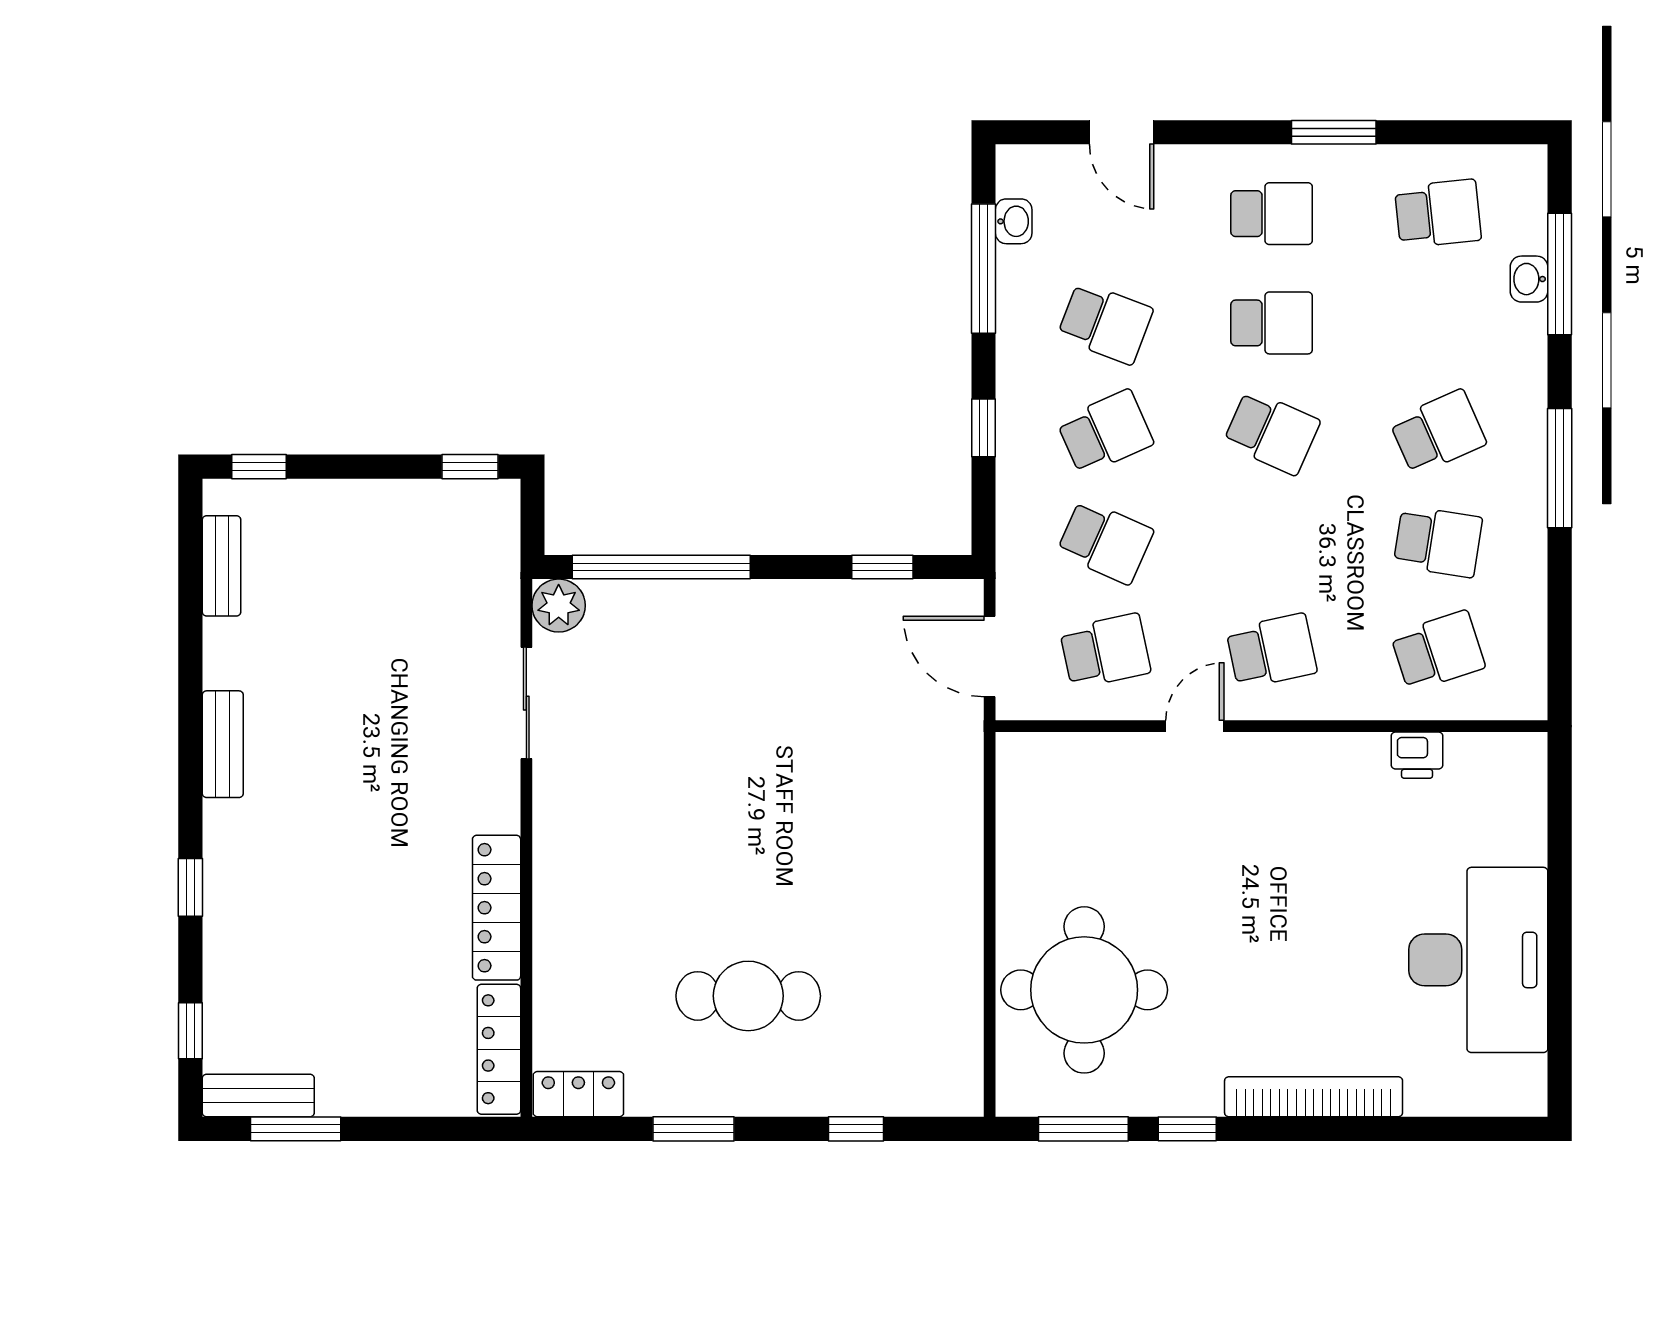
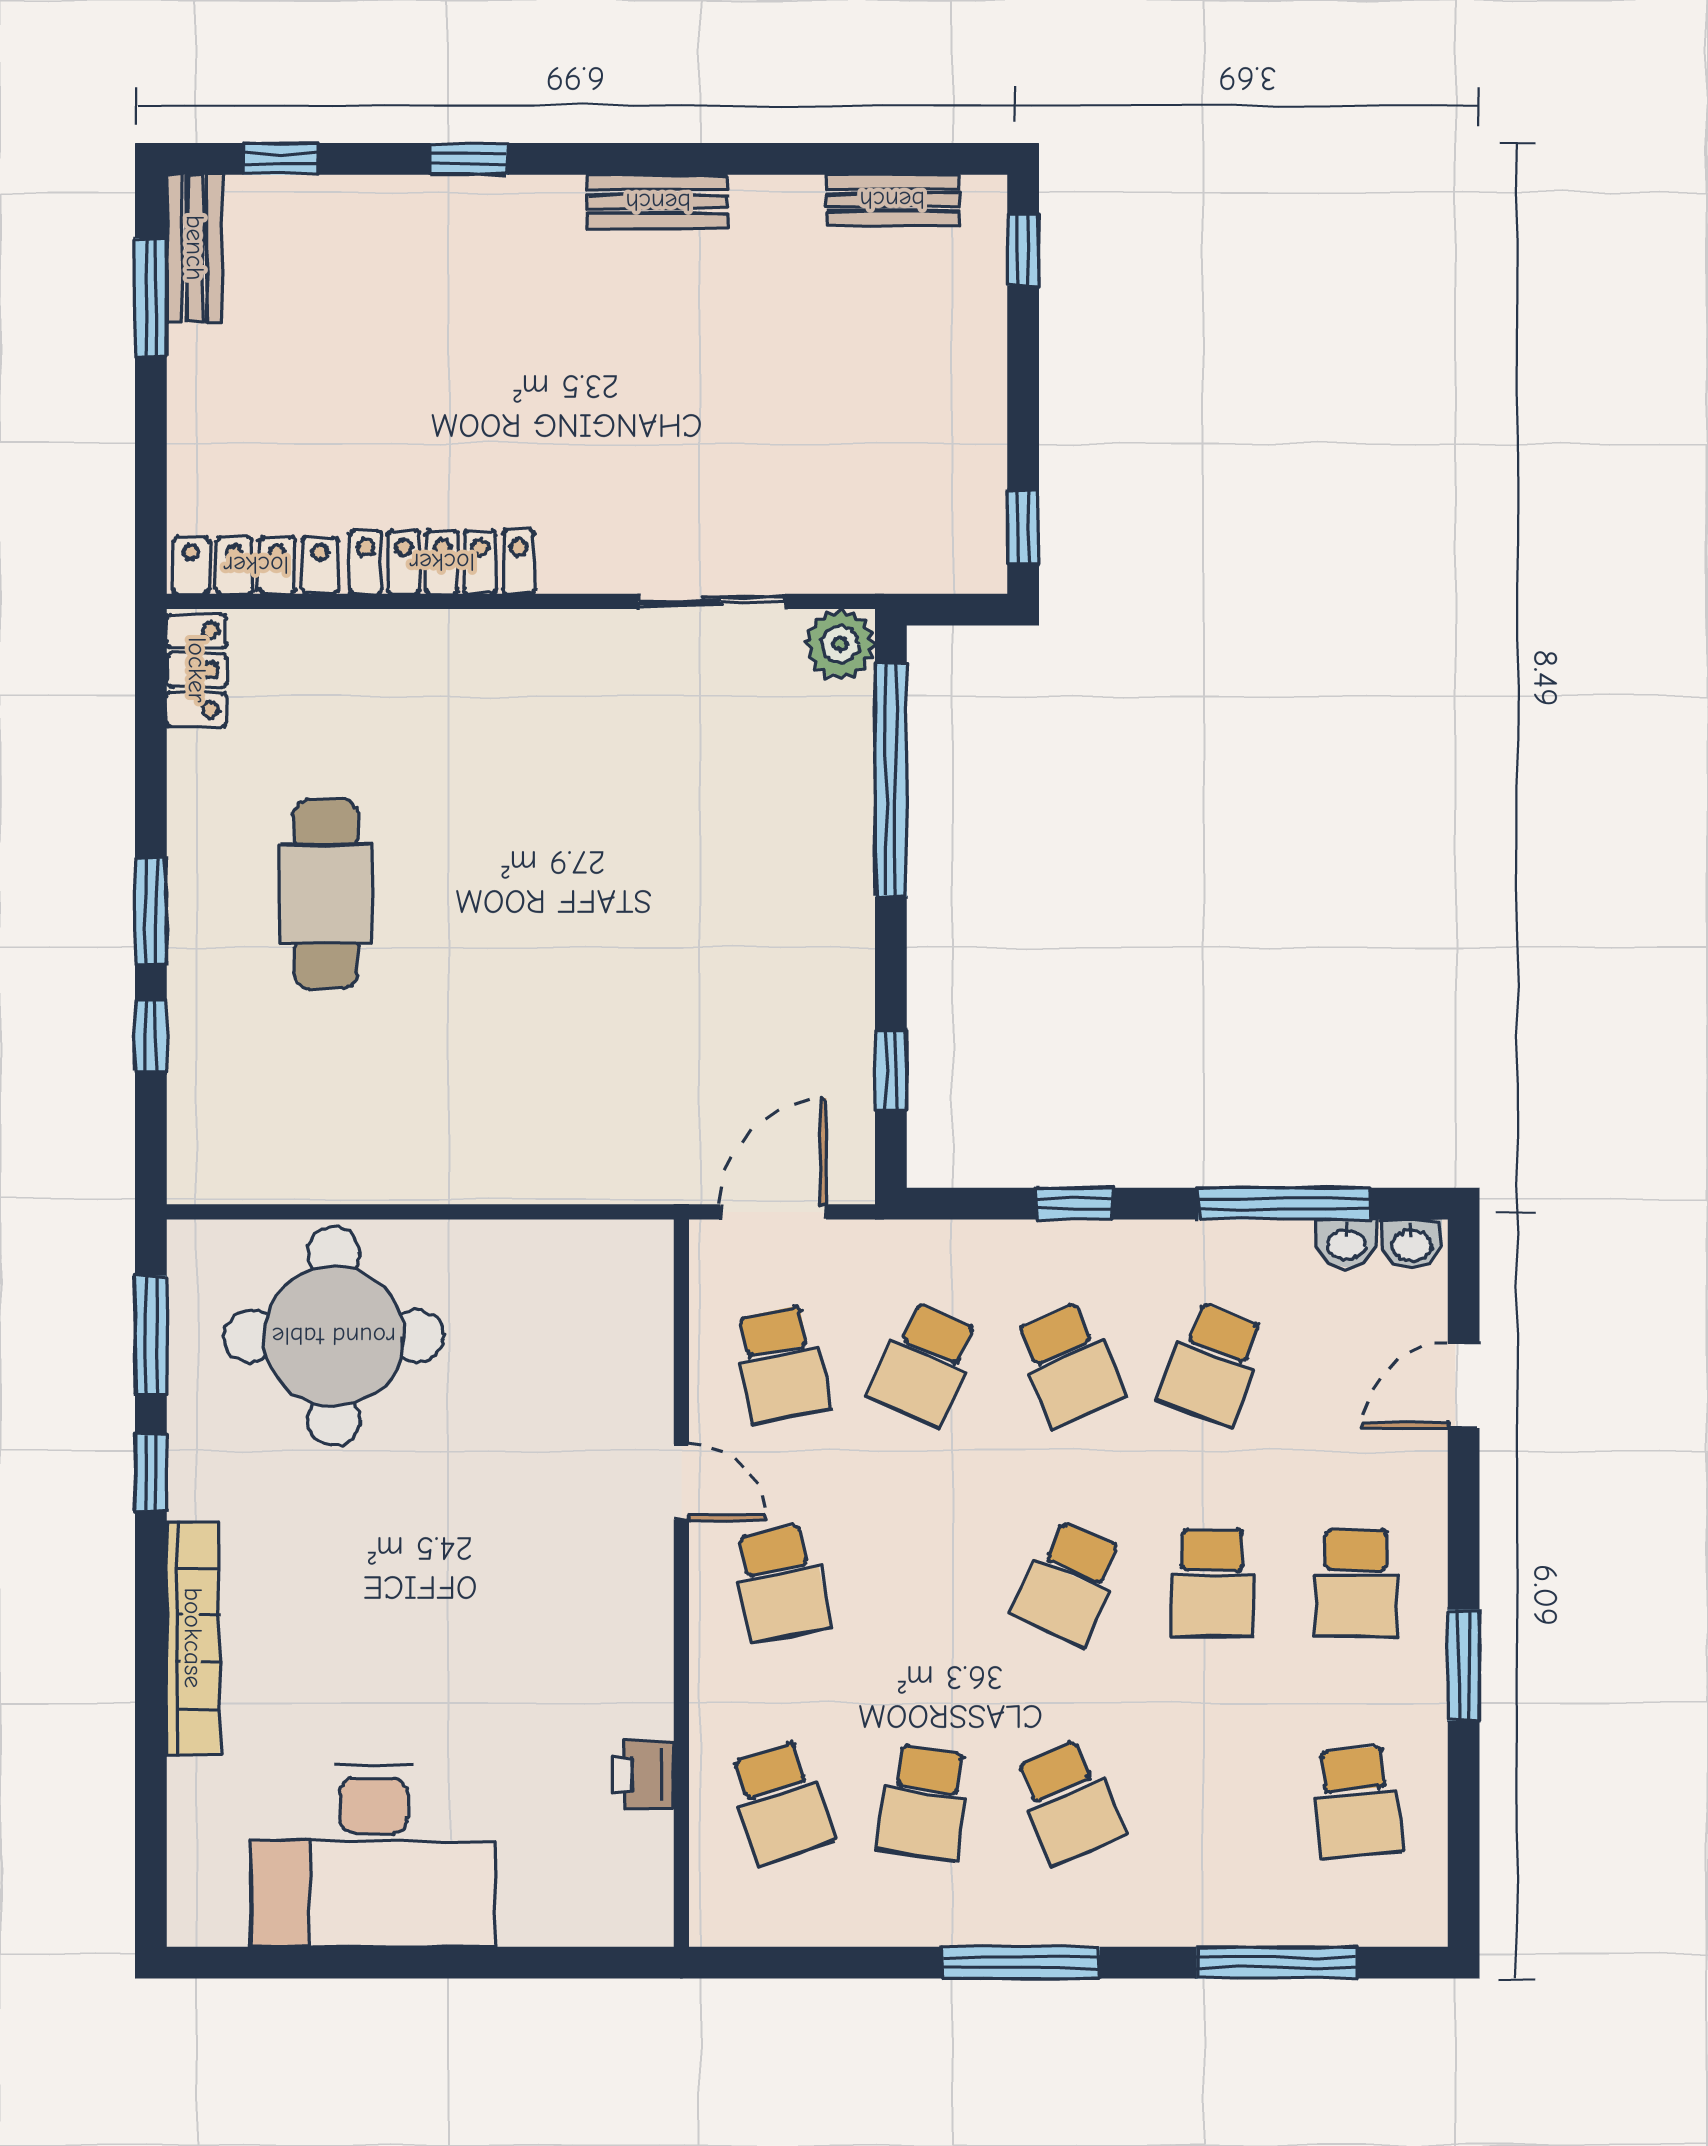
washbasin: (1529, 279) -> (1411, 1244), moved, turned 180
window: (694, 1129) -> (151, 911), moved

